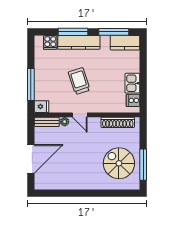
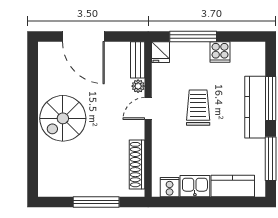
cooker: (50, 42) -> (220, 52), moved, turned -90
kitchen counter: (125, 43) -> (233, 186), moved, turned 90
trolley: (79, 81) -> (198, 108), turned -72
spiral stairs: (119, 163) -> (63, 118), moved, turned 180
window: (143, 165) -> (96, 202), moved

